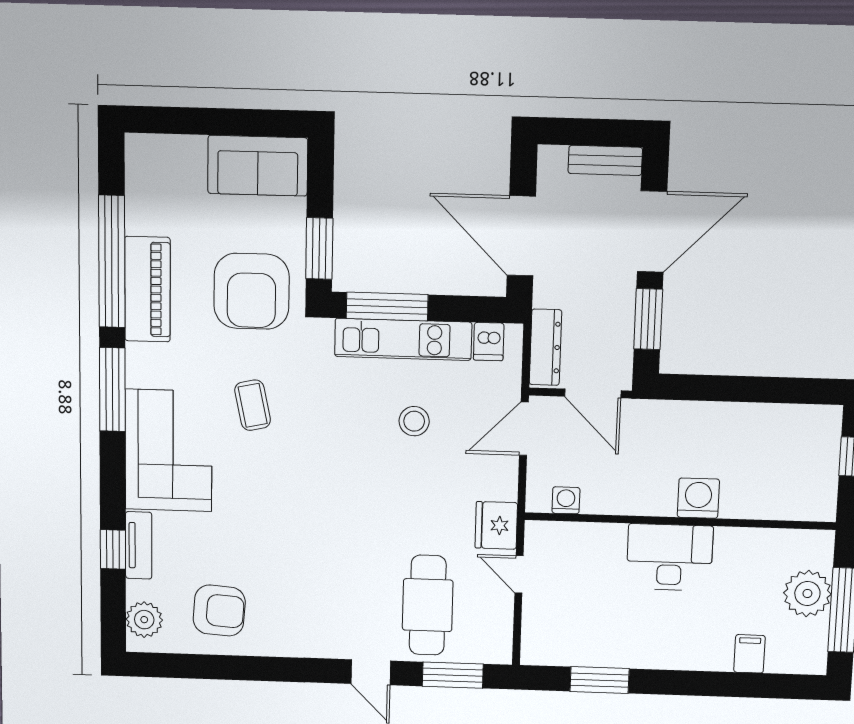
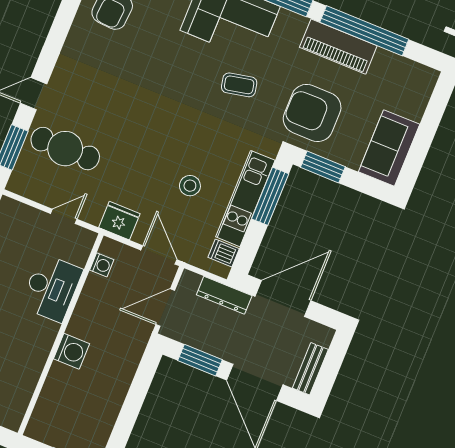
dresser: (545, 347) -> (224, 295), moved
fridge: (496, 525) -> (119, 221), moved
desk: (670, 557) -> (52, 288), moved

